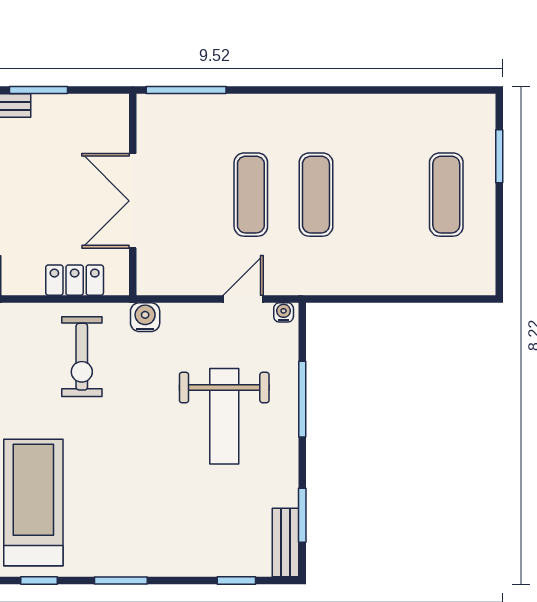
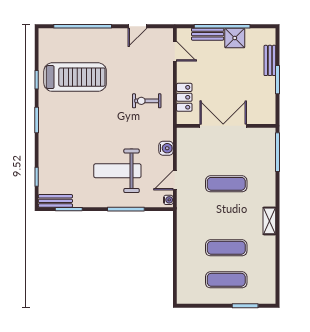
shelving: (326, 107) -> (269, 221), added
exercise mat: (316, 195) -> (226, 248), moved
door: (243, 299) -> (175, 180), swing flipped
water cooler: (145, 317) -> (166, 148), moved
exercise bike: (82, 357) -> (147, 101), width x0.73, depth x0.72

